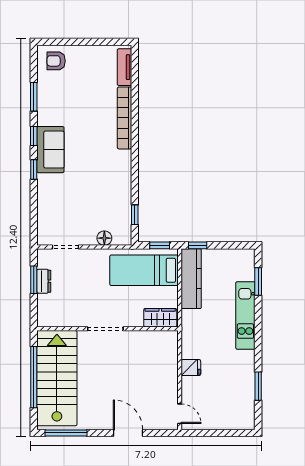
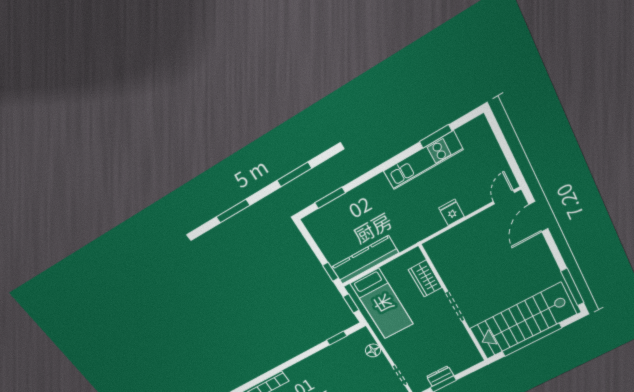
kitchen unit: (245, 315) -> (423, 160), moved
wardrobe: (160, 318) -> (425, 279), moved
door: (128, 433) -> (538, 217), moved

